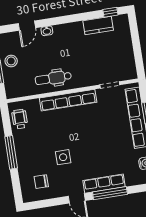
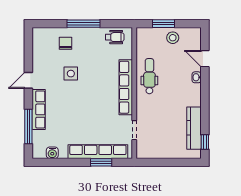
kitchen counter: (98, 25) -> (194, 128), width x1.50
chair: (41, 182) -> (66, 43), moved
window: (110, 193) -> (28, 126), moved

